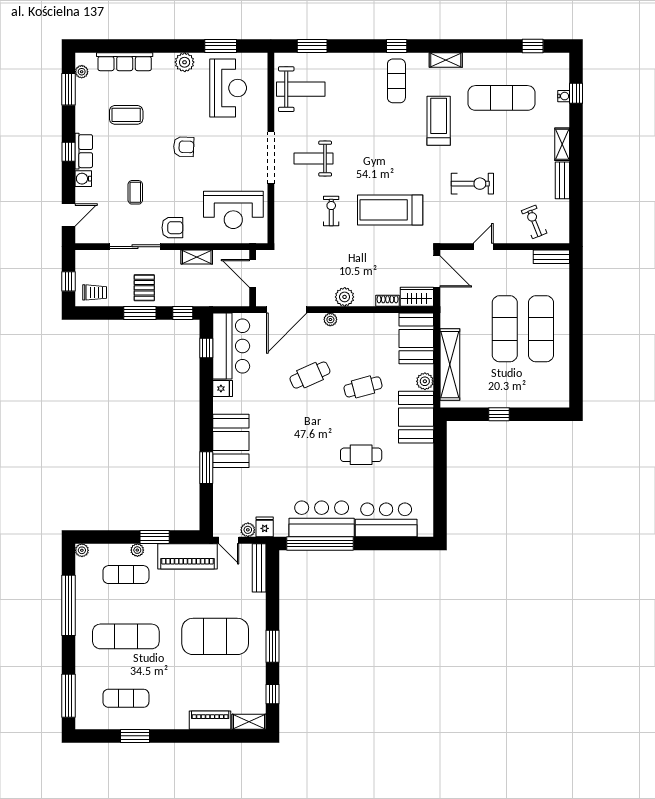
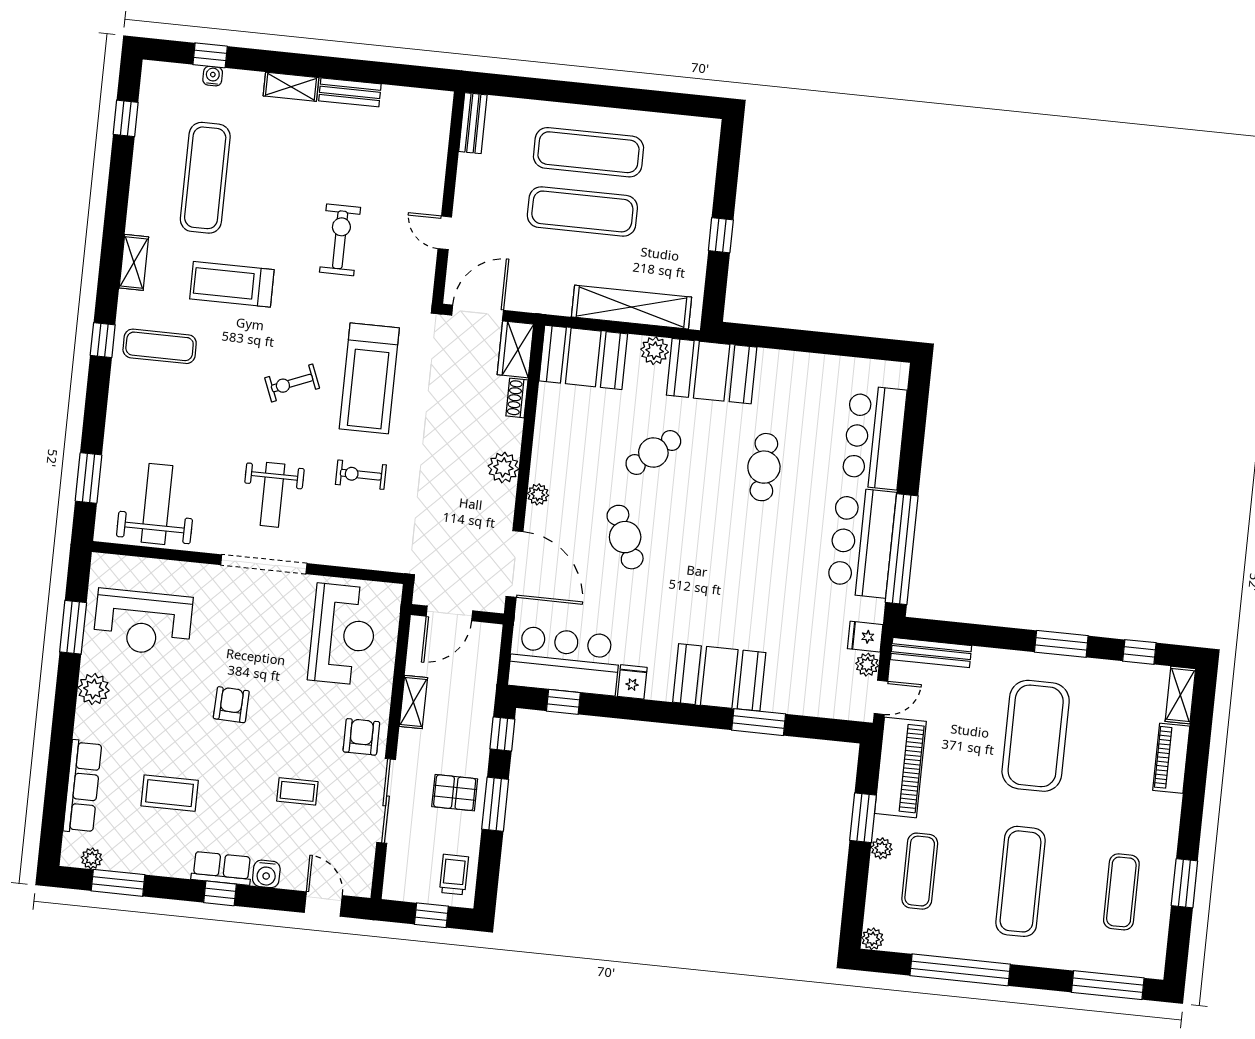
reception desk: (228, 88) -> (143, 622), turned 180
coffee table: (126, 115) -> (170, 793), turned 90
exercise bike: (534, 222) -> (292, 383), moved
cafe table: (363, 387) -> (653, 453), turned 65

